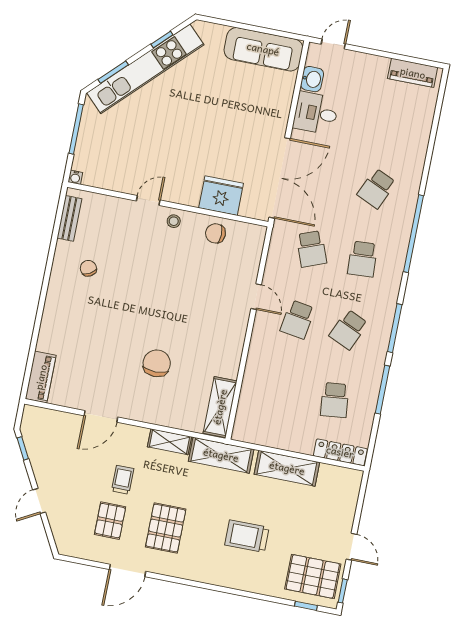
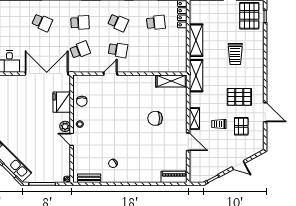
plant: (175, 193) -> (65, 126), added
shelving: (169, 442) -> (194, 119), moved
pallet: (110, 521) -> (241, 126), turned 90

